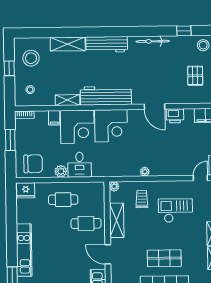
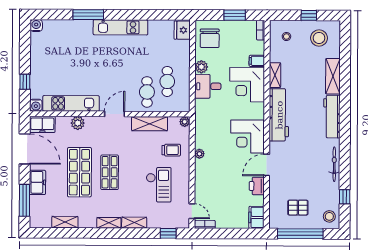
corner desk: (111, 126) -> (248, 136), moved
cafe table: (63, 200) -> (167, 81), moved

